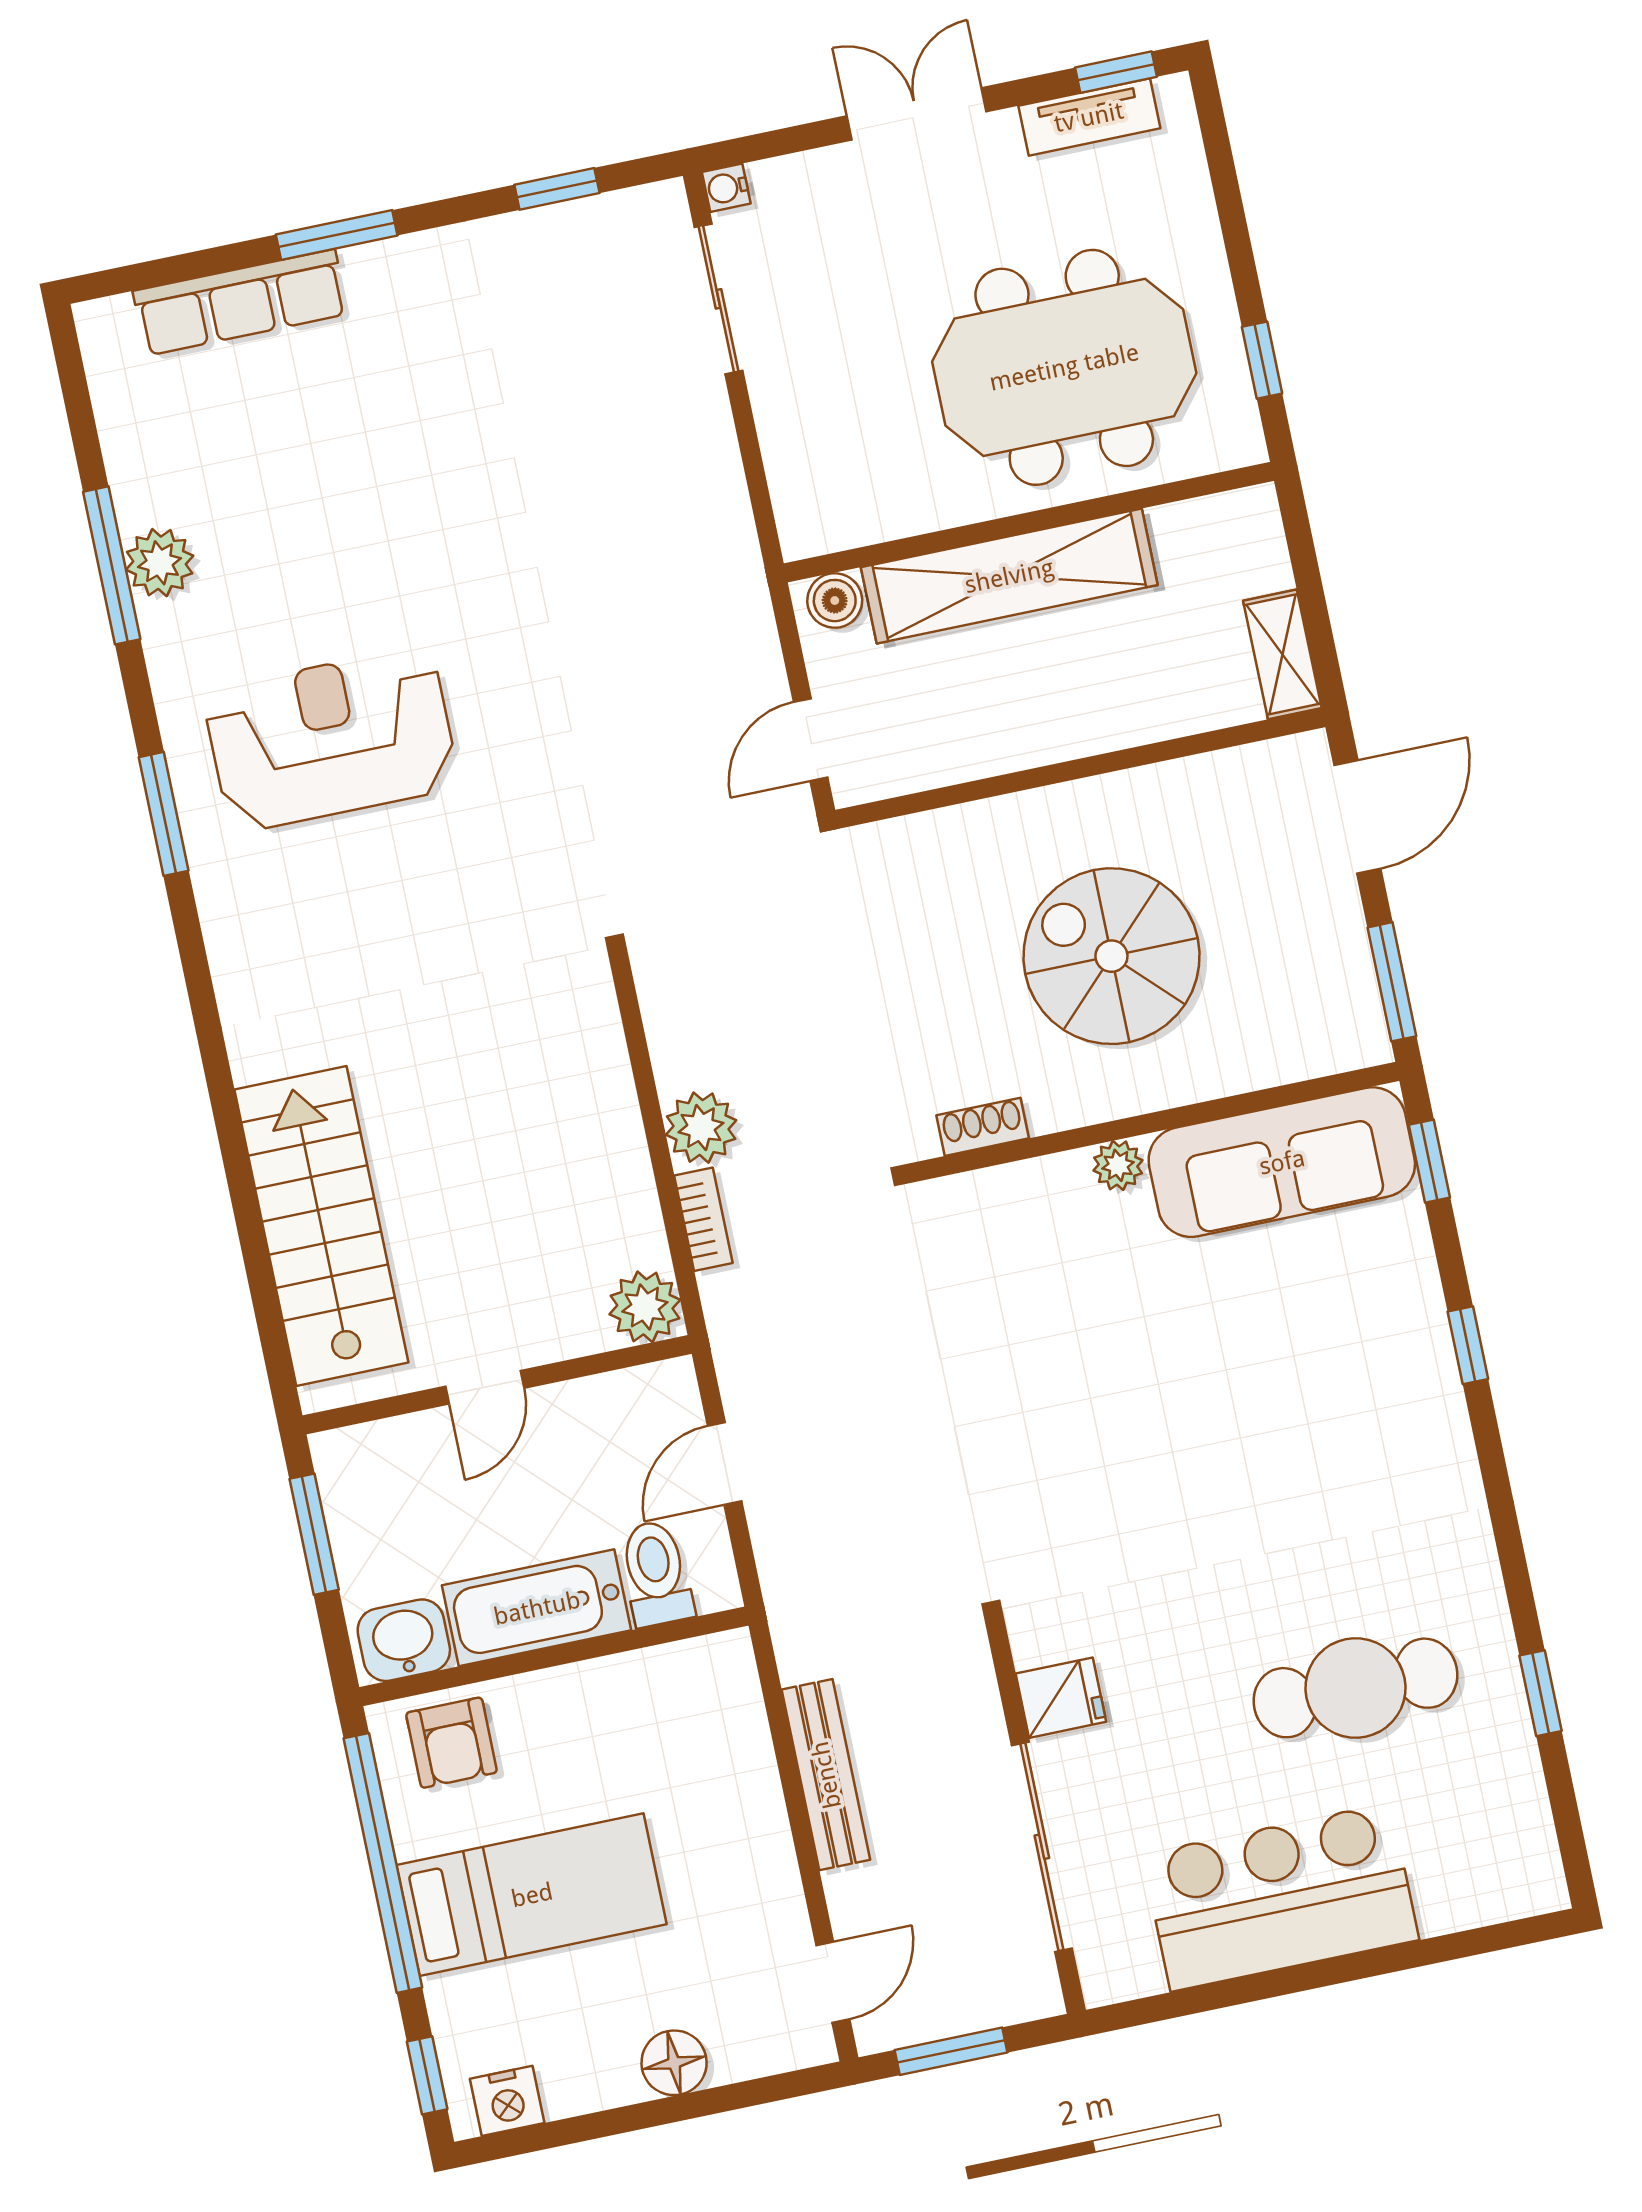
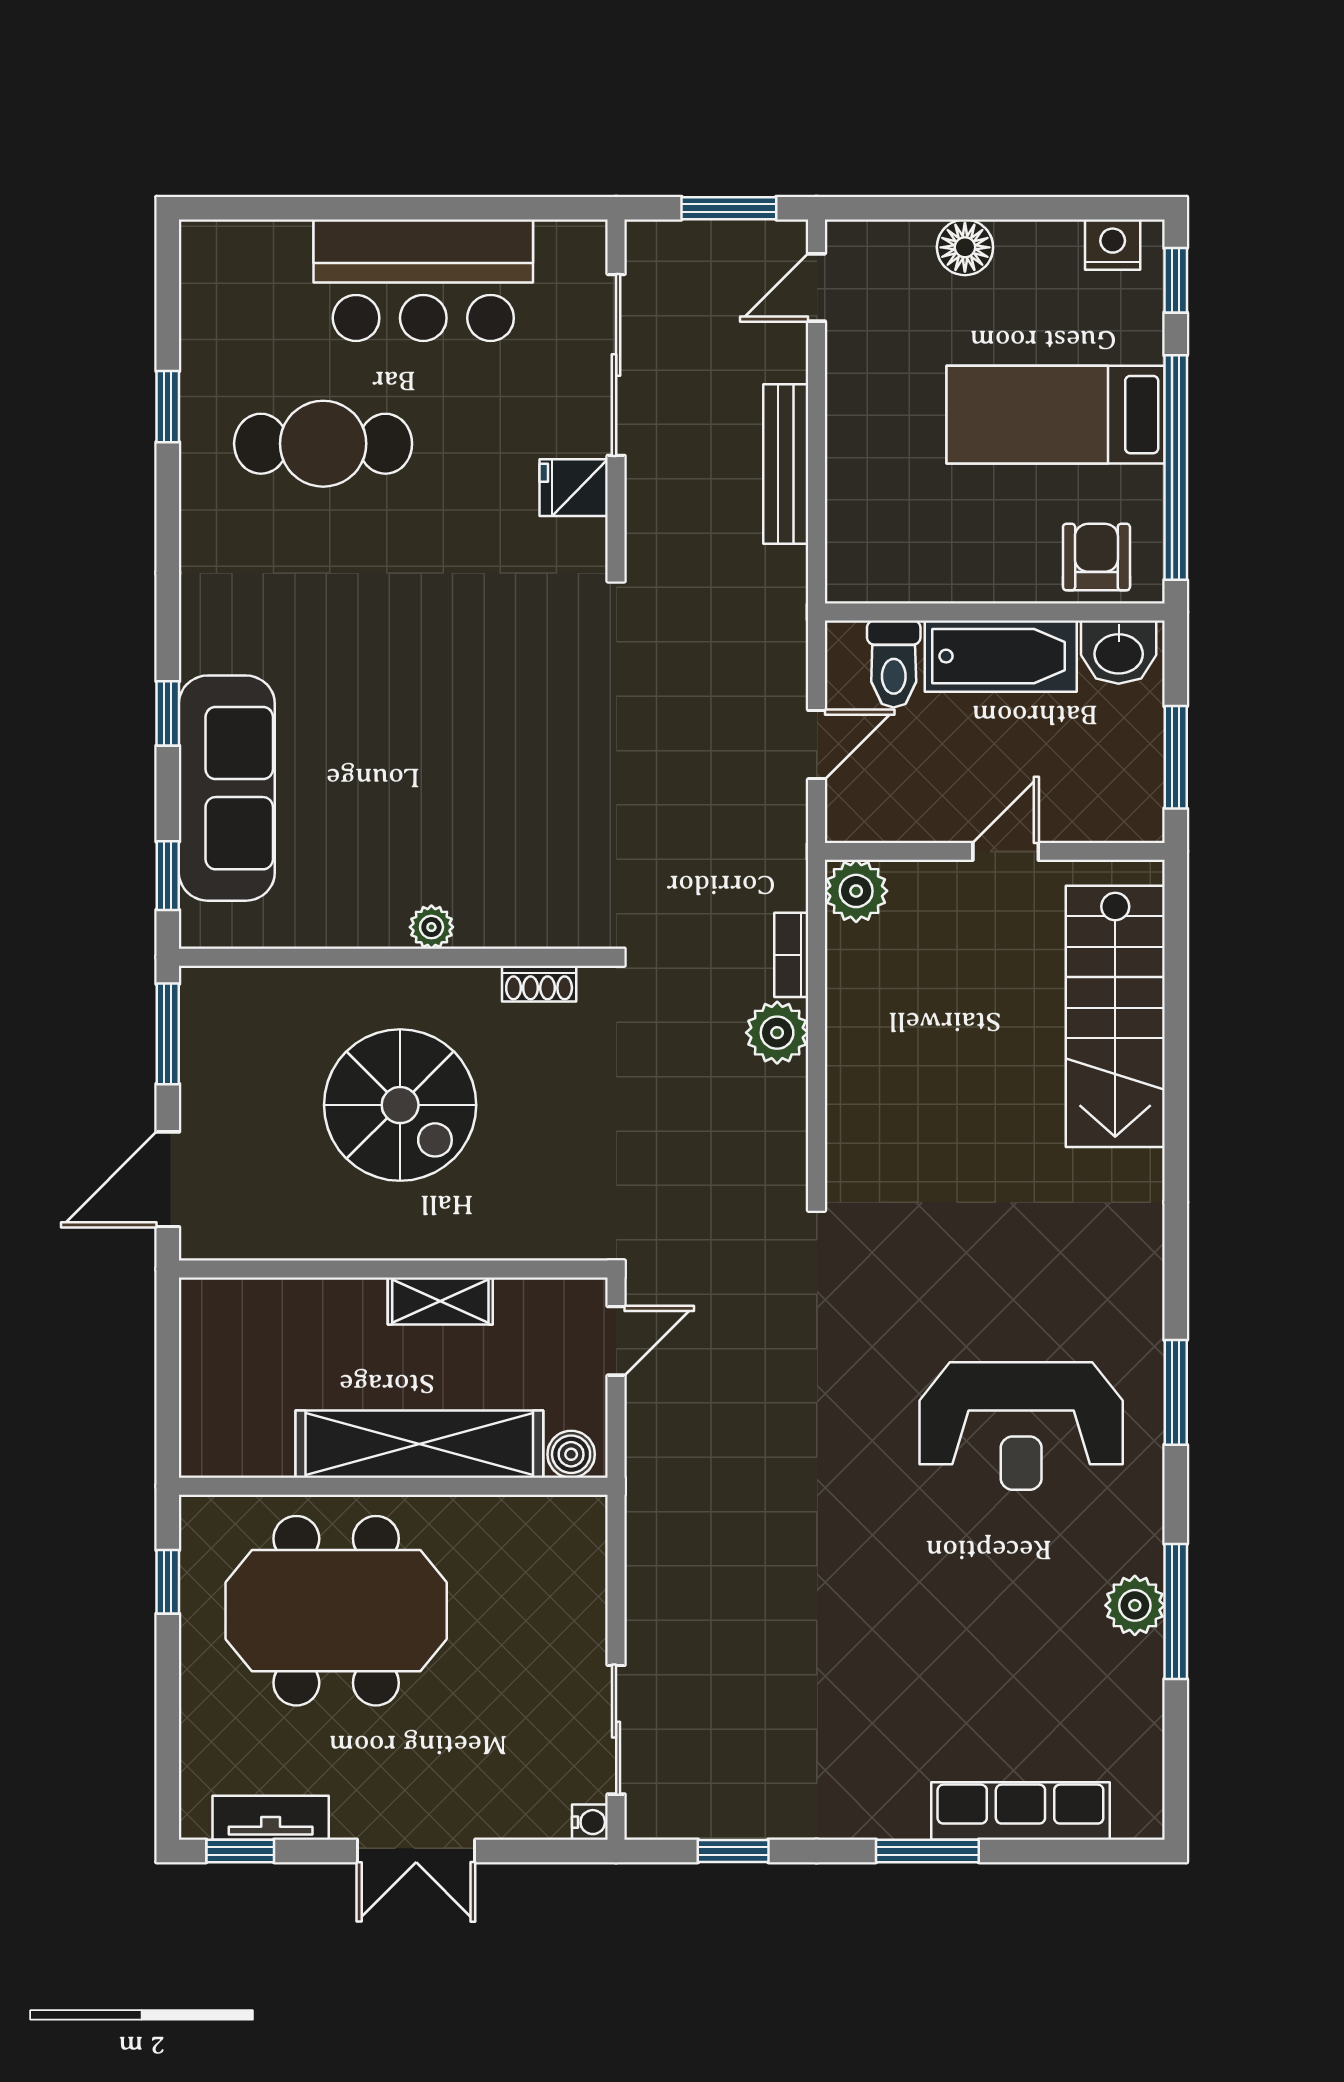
shelving: (1282, 654) -> (440, 1301), moved, turned 90
sofa: (1282, 1162) -> (227, 788), moved, turned 90

